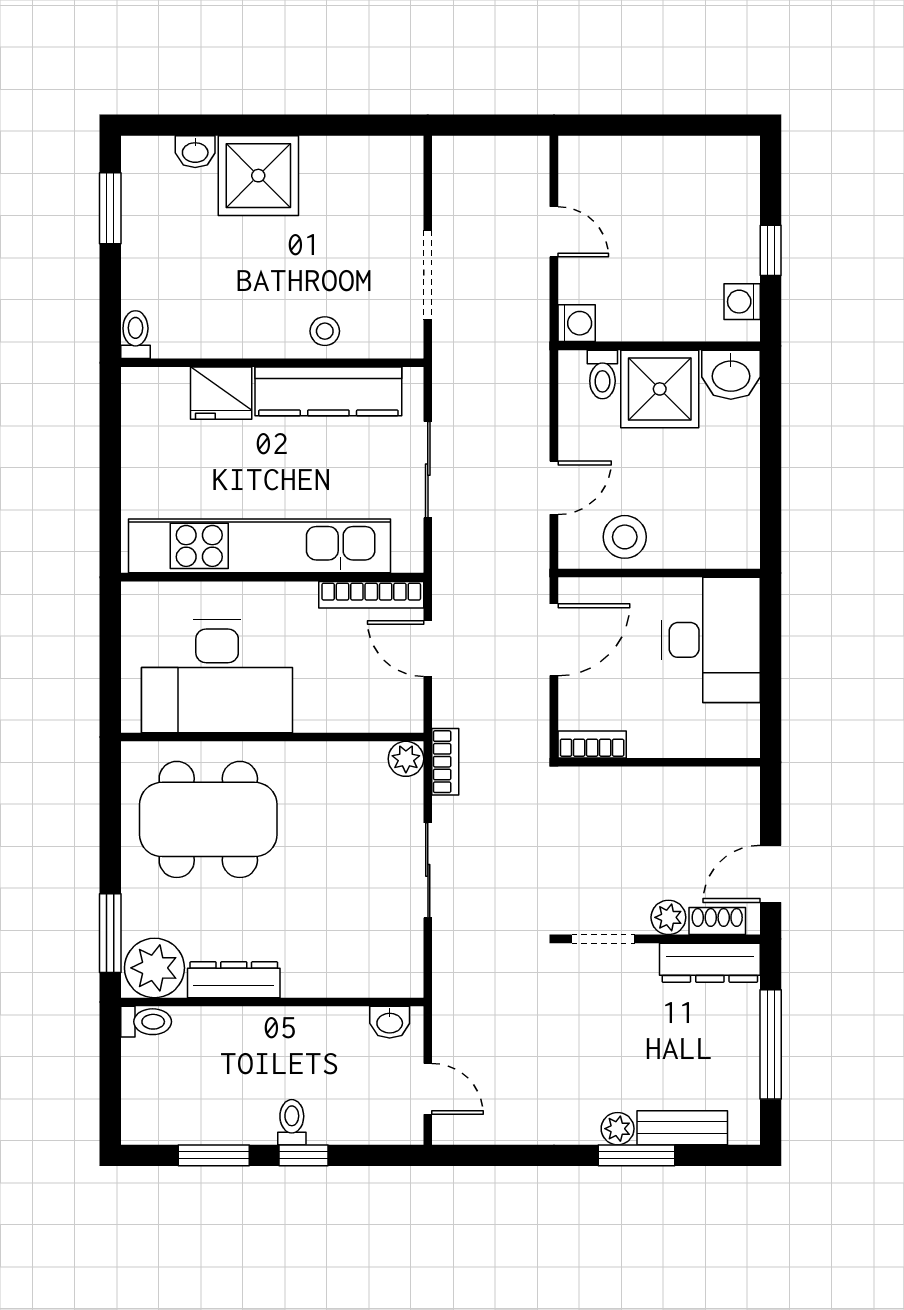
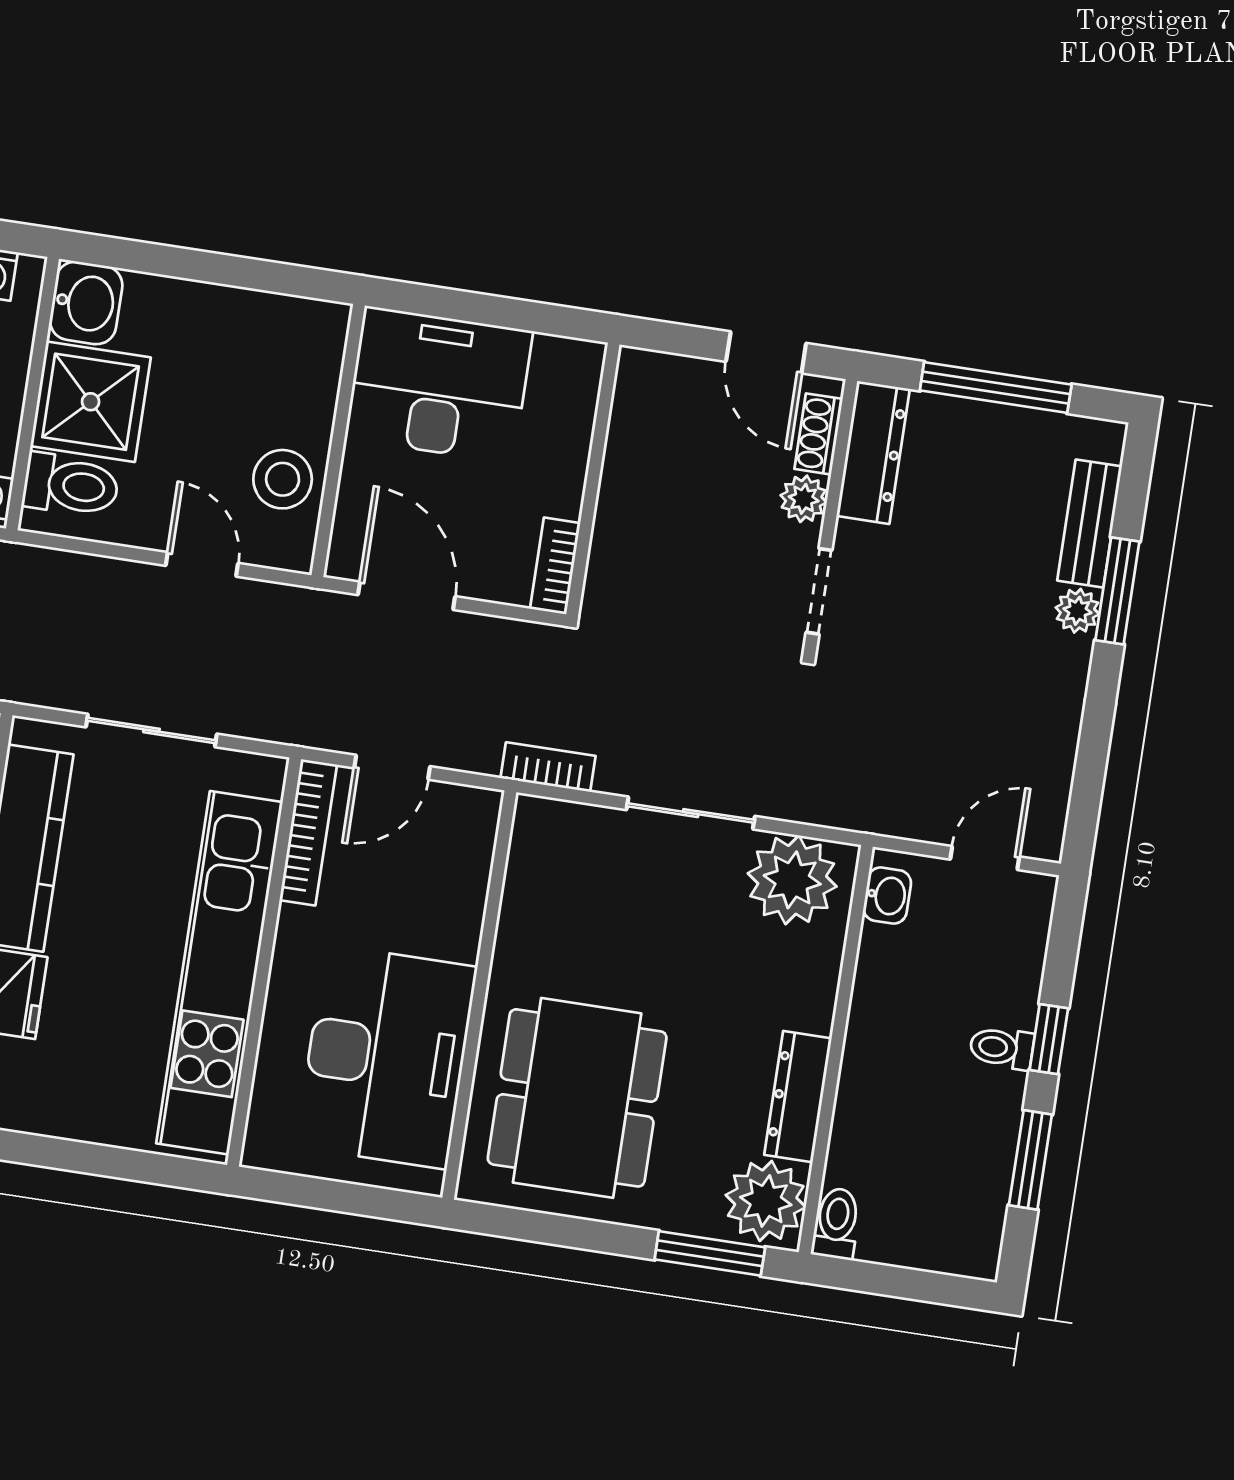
toilet: (602, 375) -> (71, 485), width x1.37, depth x1.39
plant: (406, 759) -> (792, 880), moved, width x1.88, depth x1.88

